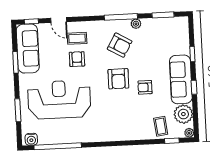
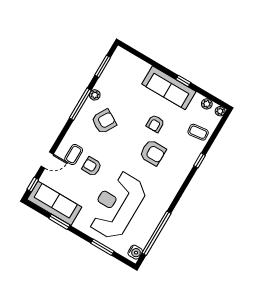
window: (192, 54) -> (153, 63), removed
armchair: (118, 79) -> (153, 153), moved
plant: (183, 114) -> (207, 104), width x0.53, depth x0.53
window: (172, 141) -> (200, 160), moved

